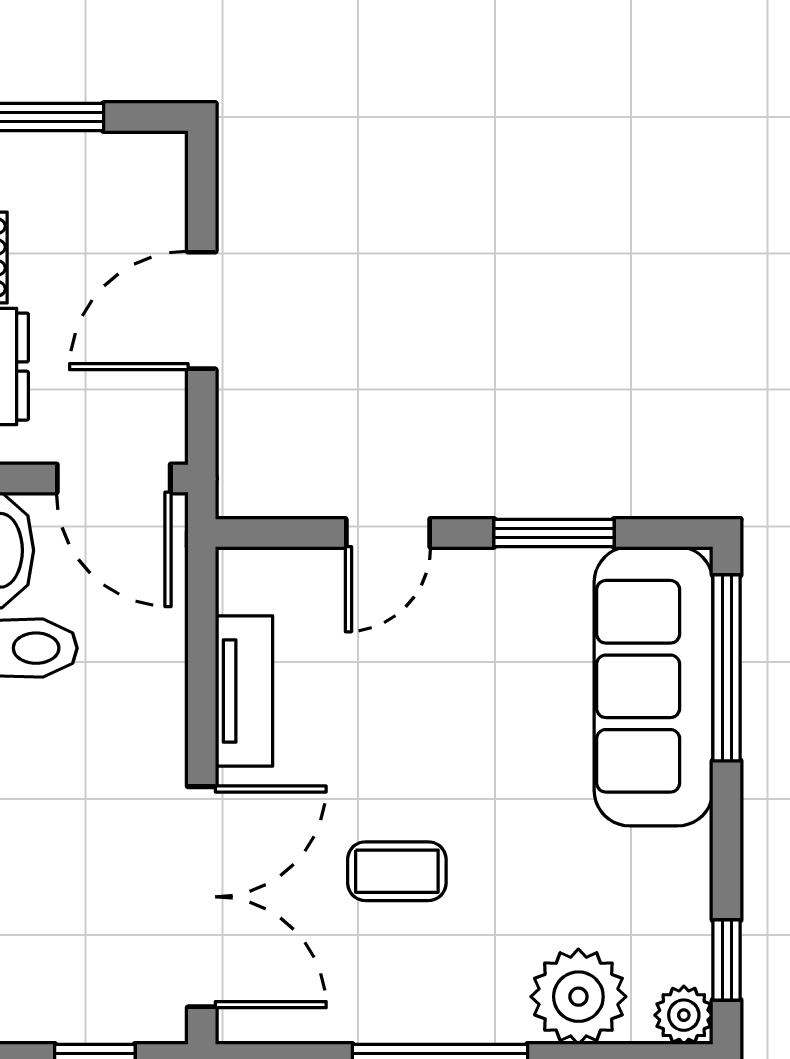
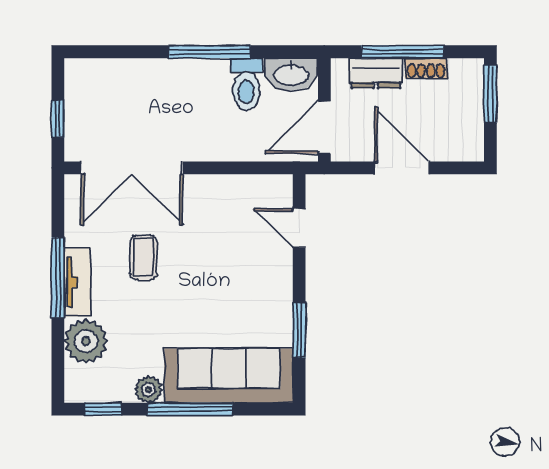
door: (388, 533) -> (299, 228), moved
window: (727, 668) -> (190, 409), moved
tv unit: (244, 691) -> (77, 282), moved, turned -90
plant: (684, 1015) -> (149, 390), moved

